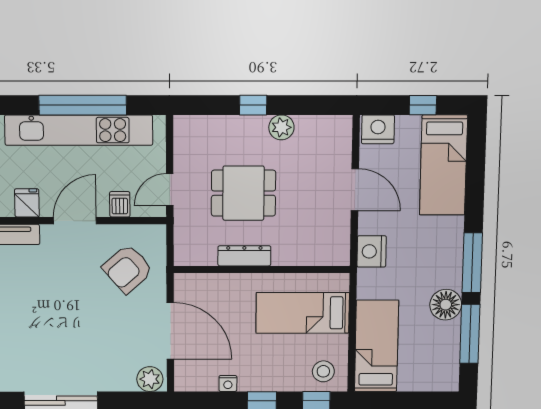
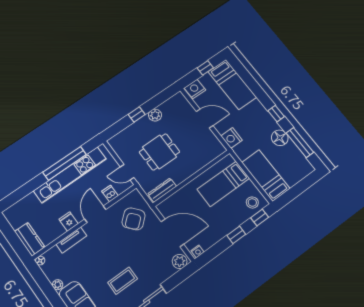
door: (170, 190) -> (127, 172), hinge flipped
dresser: (244, 256) -> (162, 190), moved
window: (472, 263) -> (276, 114), width x0.46
coffee table: (47, 347) -> (123, 281), added
nightstand: (228, 383) -> (198, 251), moved

